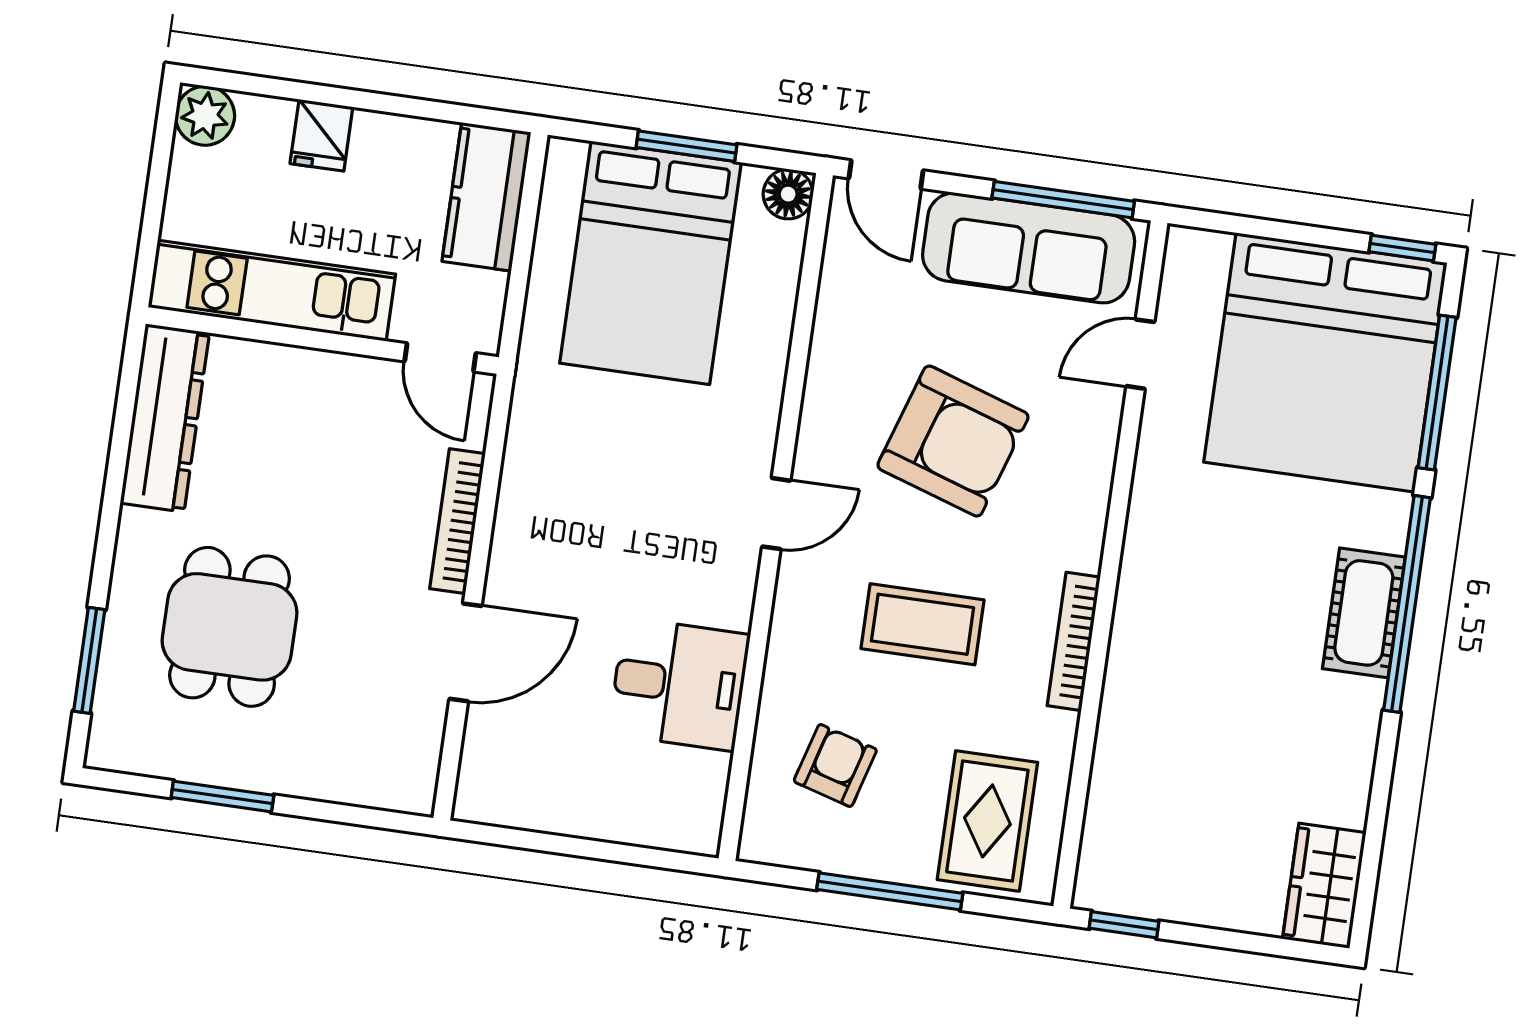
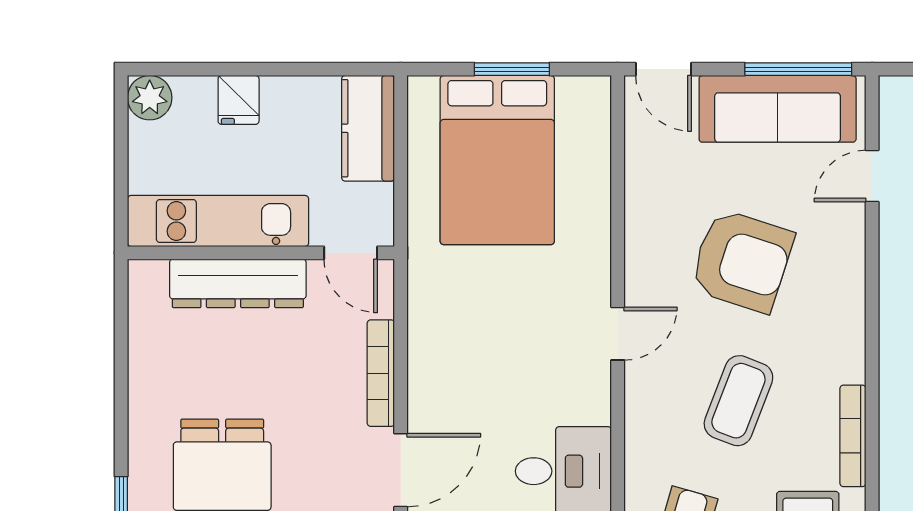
floor lamp: (788, 194) -> (593, 94), removed
dresser: (165, 418) -> (238, 283), moved, turned 90
coffee table: (923, 624) -> (738, 401), turned -69
bookcase: (1074, 641) -> (853, 436), moved

